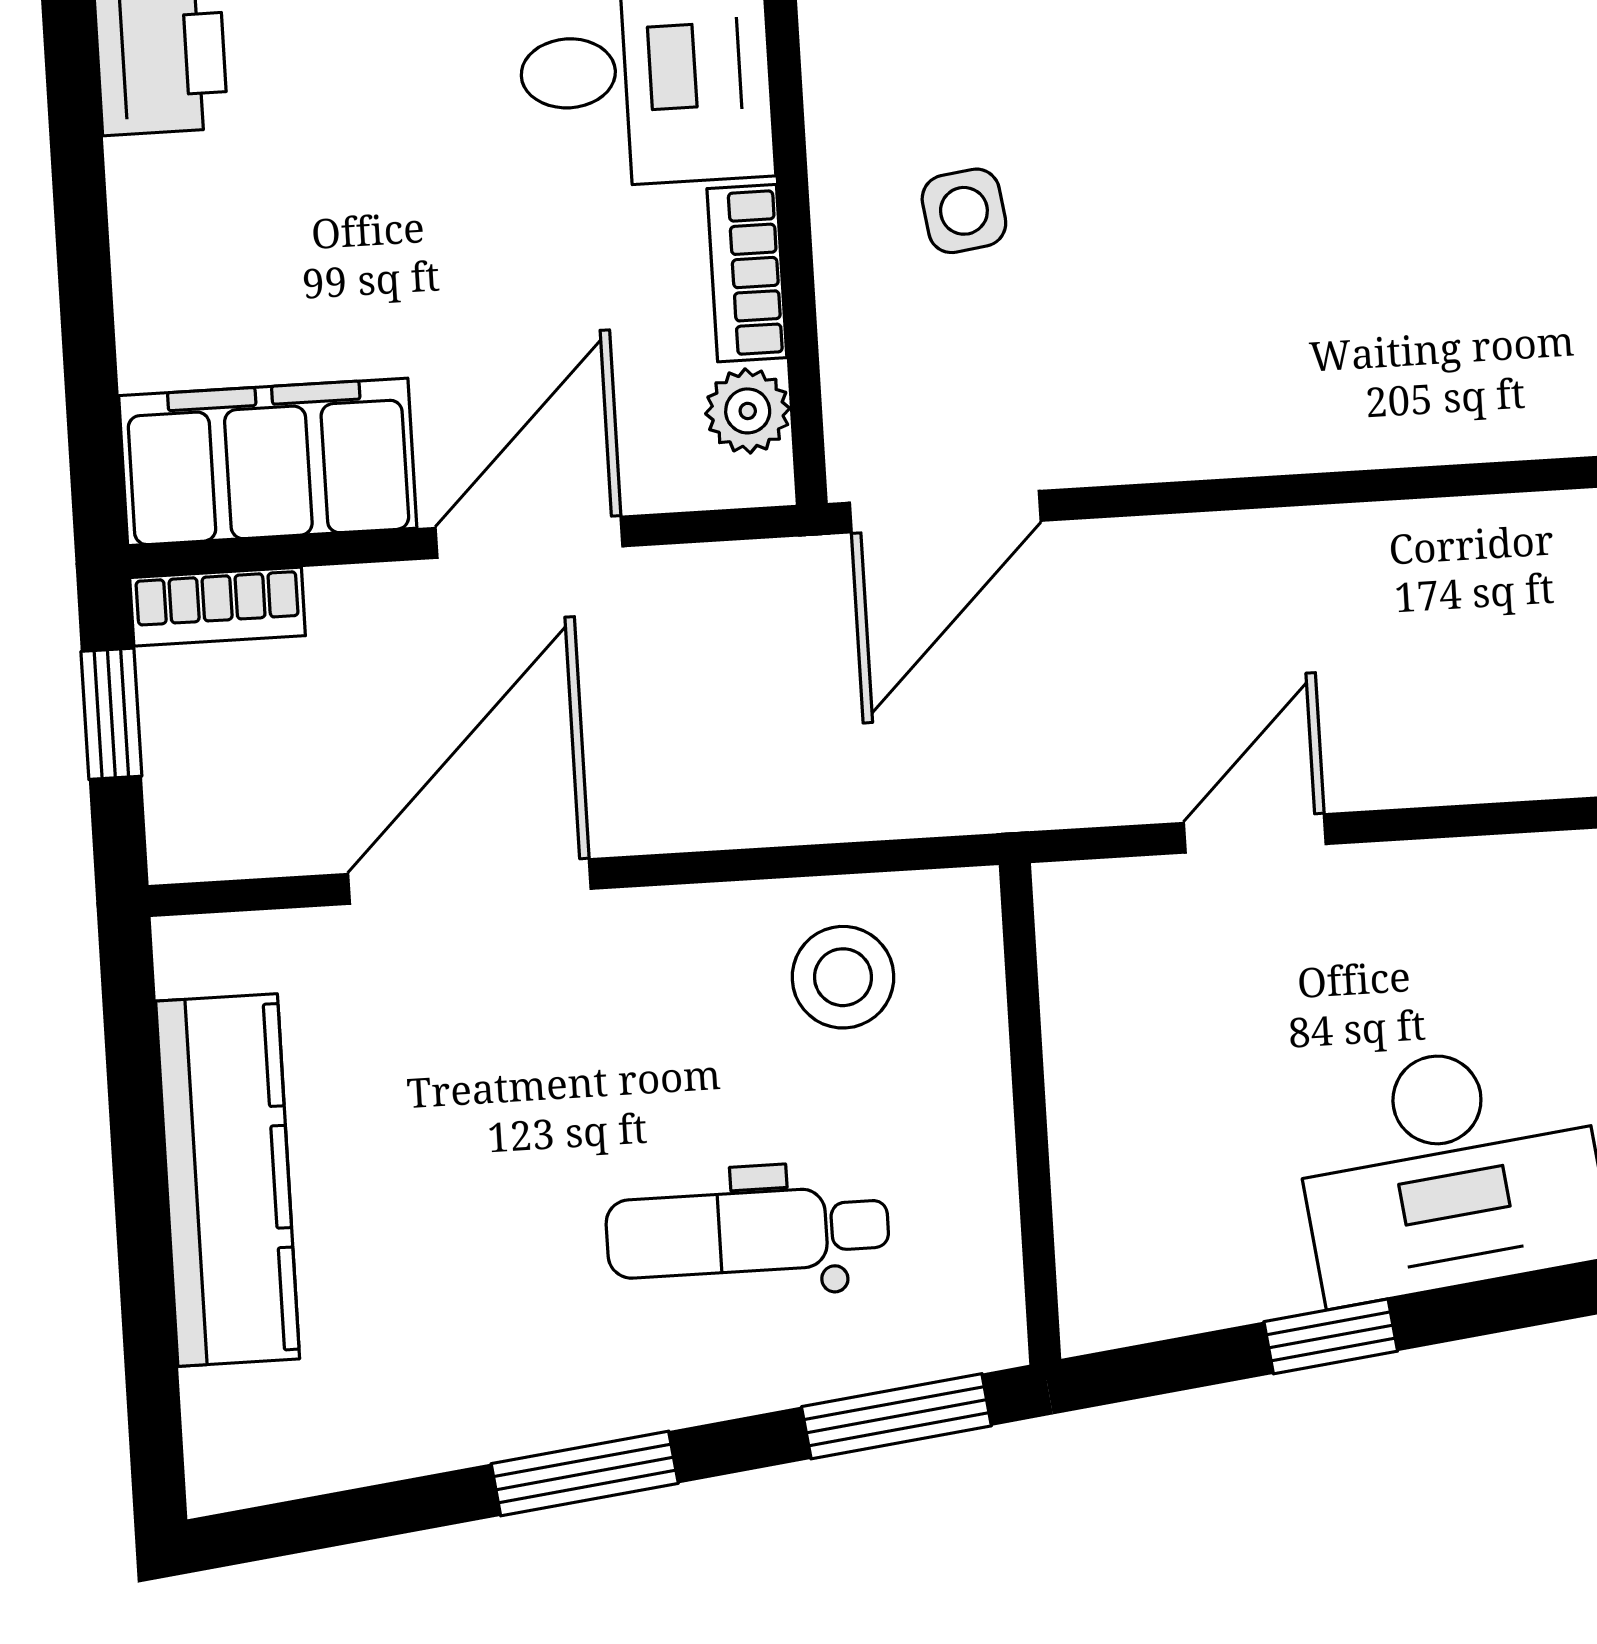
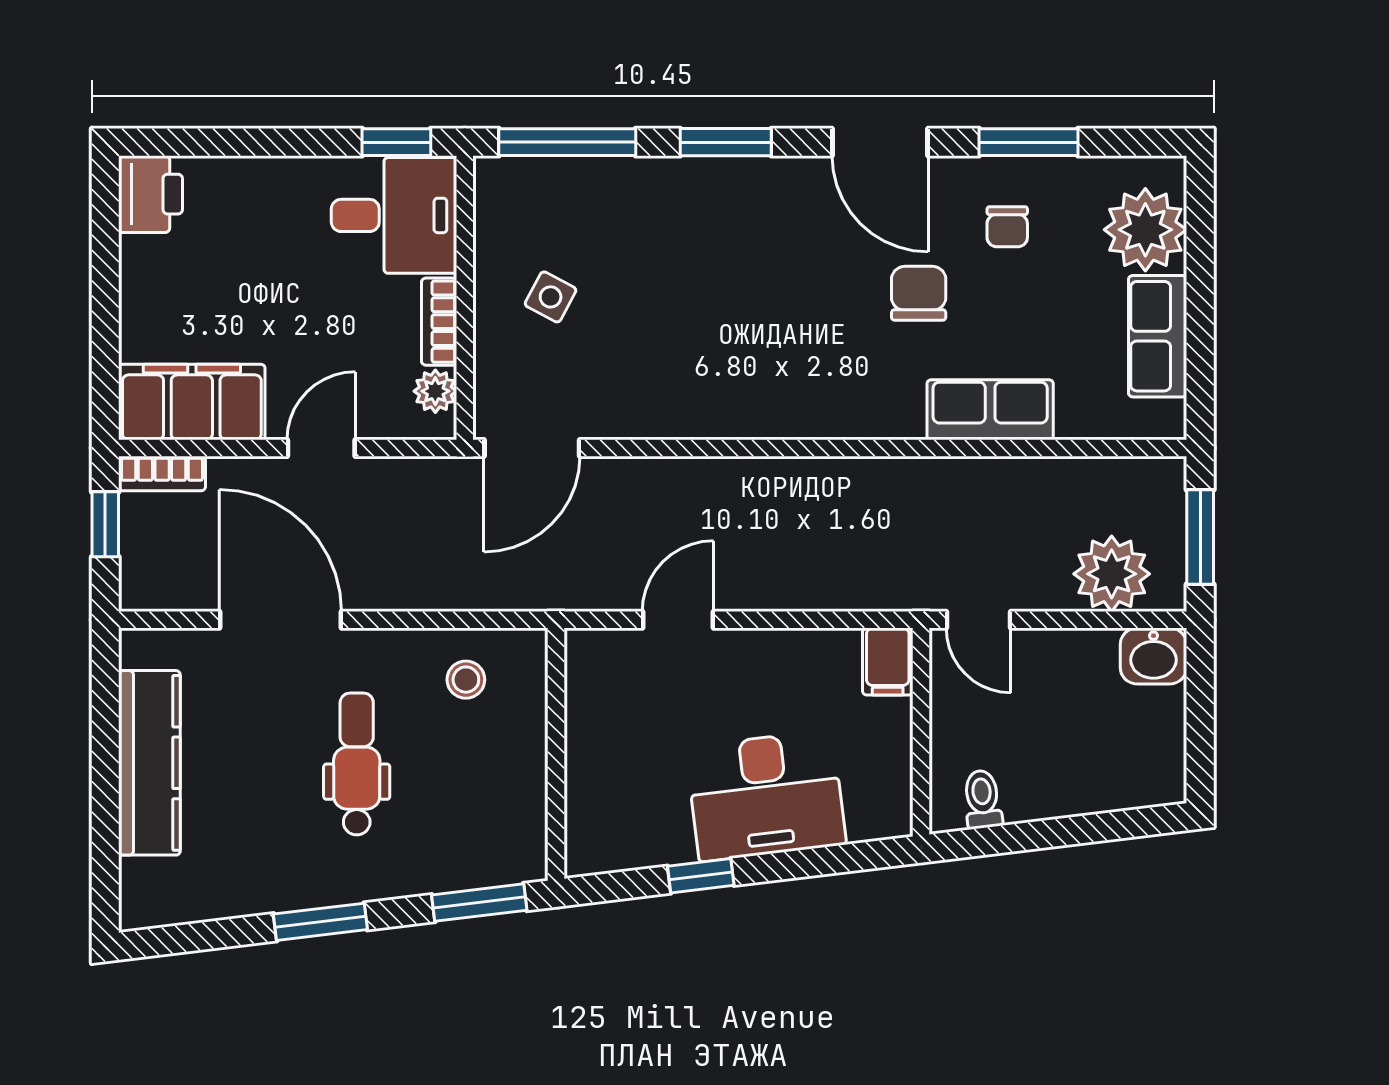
side table: (964, 211) -> (551, 297), turned 36
door: (529, 537) -> (321, 448), width x0.73
door: (469, 881) -> (280, 620), hinge flipped
stool: (843, 977) -> (466, 680), width x0.73, depth x0.73
dental chair: (748, 1232) -> (357, 764), moved, turned 90

